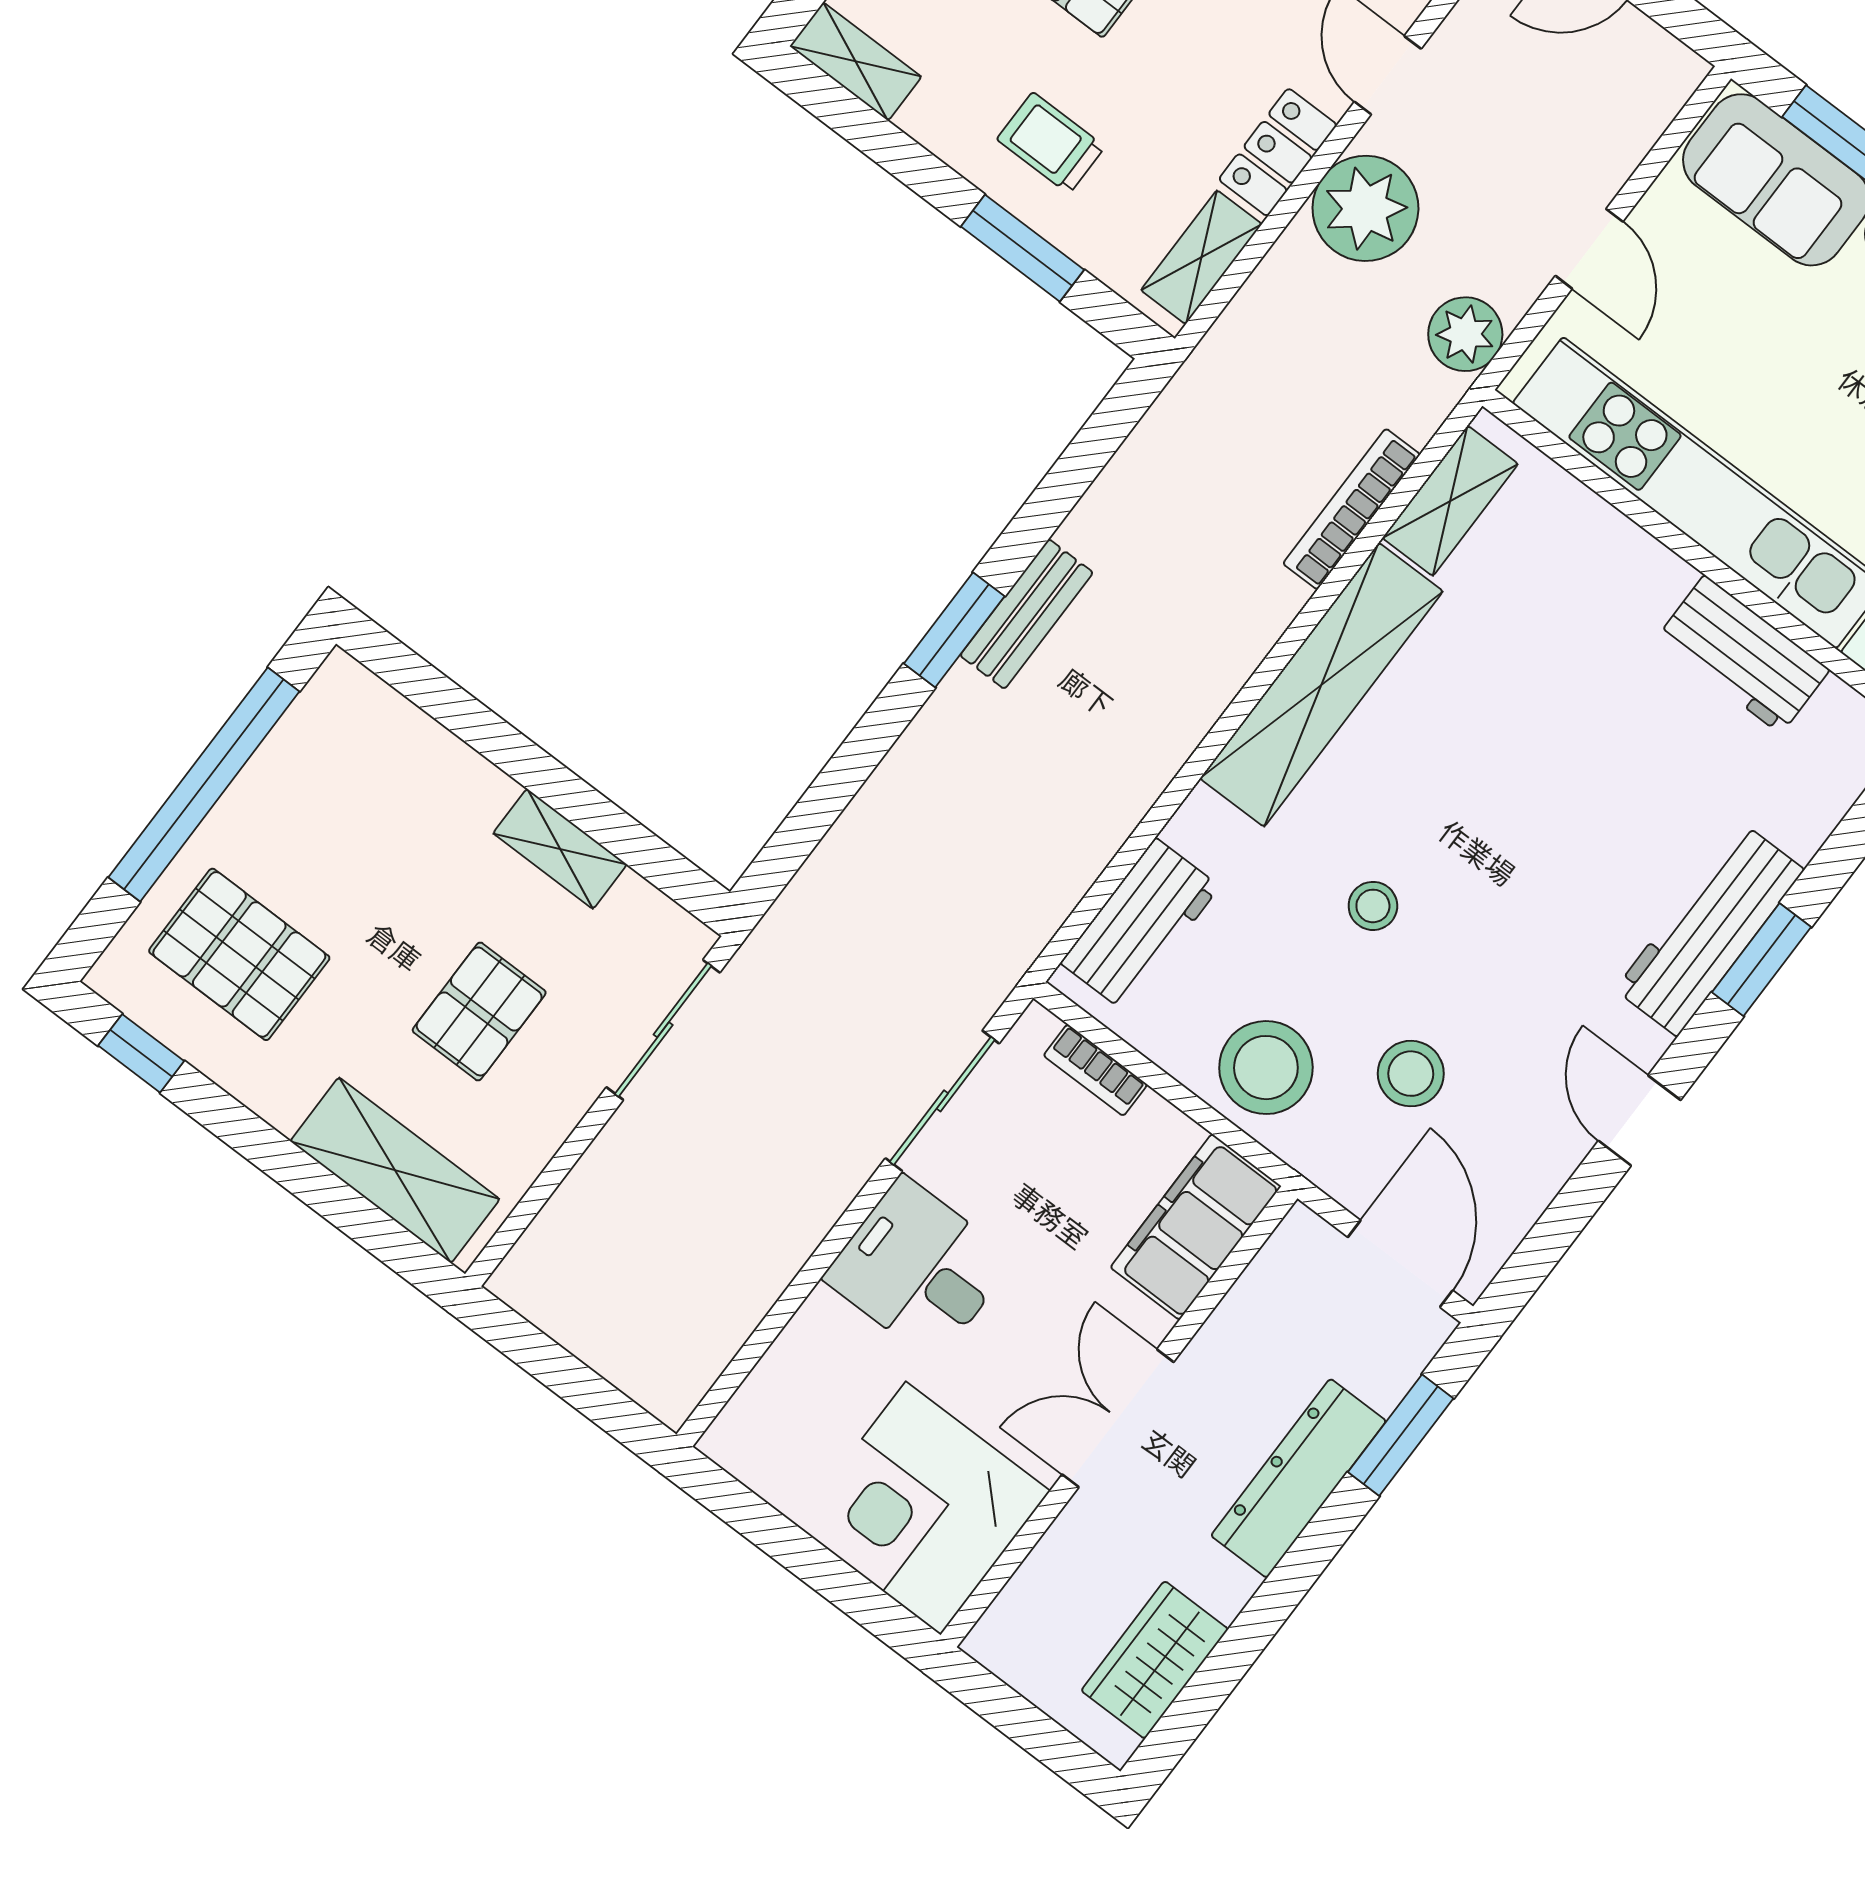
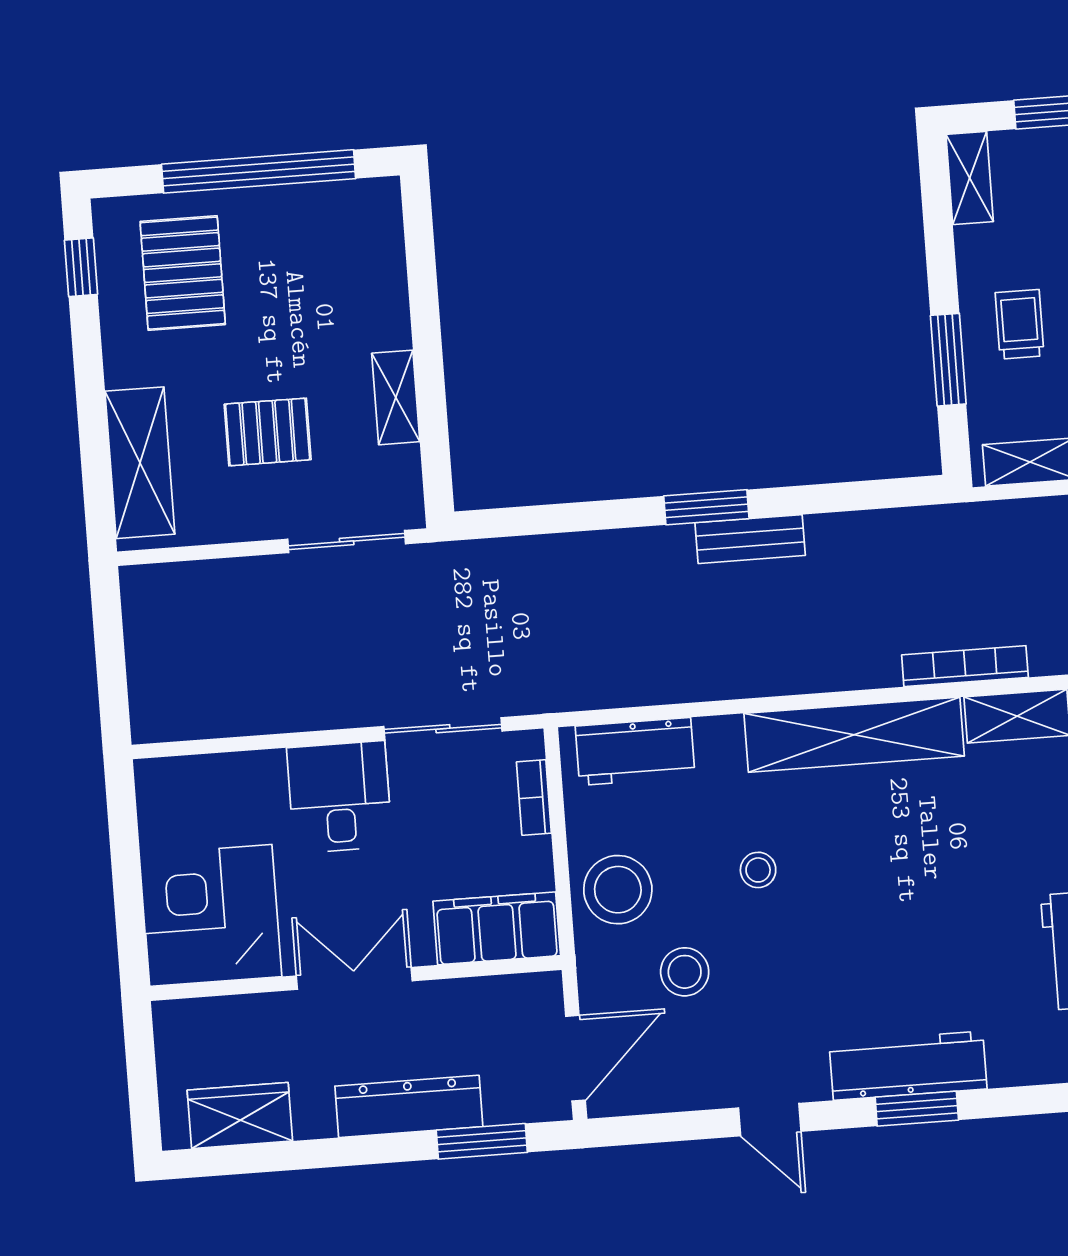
door: (1640, 1120) -> (770, 1120), swing flipped

